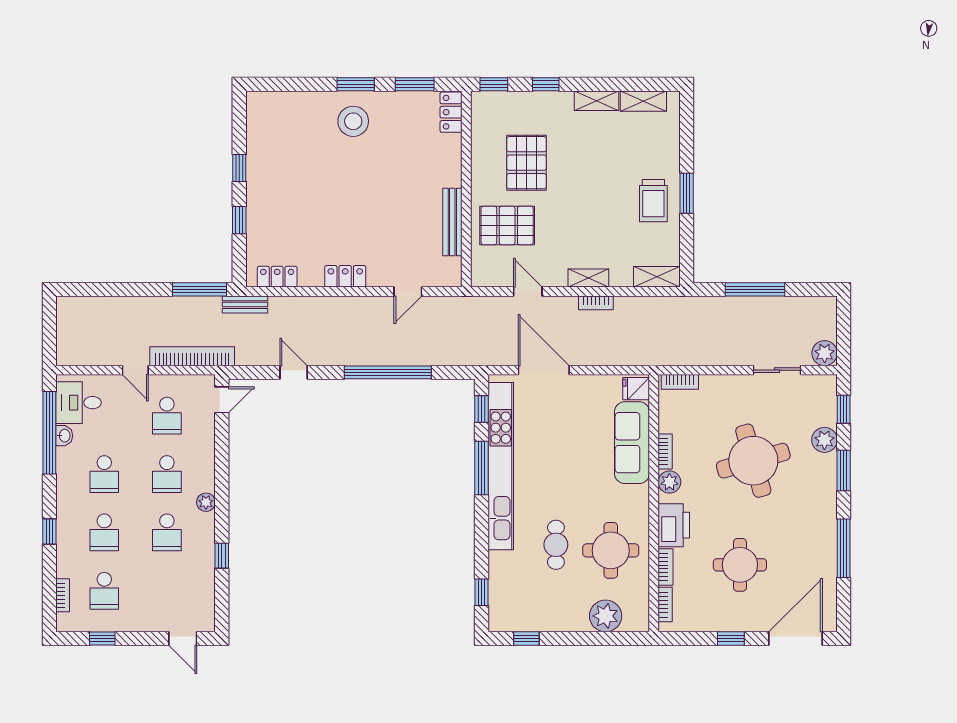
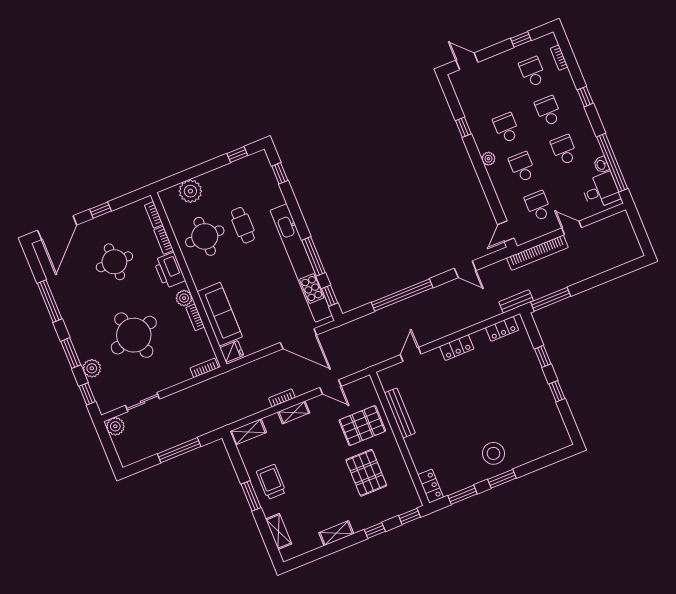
shelving: (643, 101) -> (279, 531), moved, turned 90

